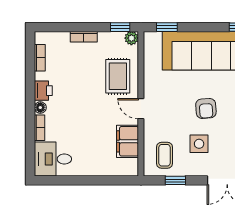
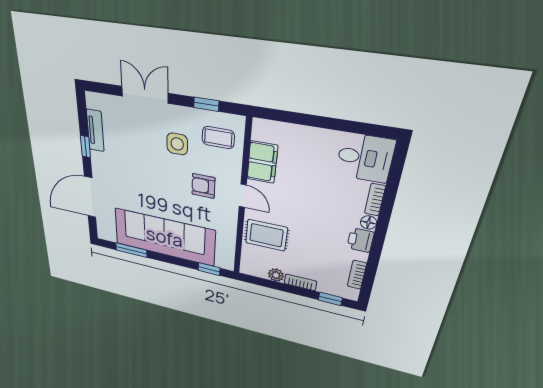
window: (120, 27) -> (330, 299), moved
plant: (131, 38) -> (276, 275), moved
rug: (118, 76) -> (266, 235), turned 90
armchair: (206, 108) -> (203, 186), moved, turned -86
coffee table: (165, 155) -> (218, 138), turned 90

